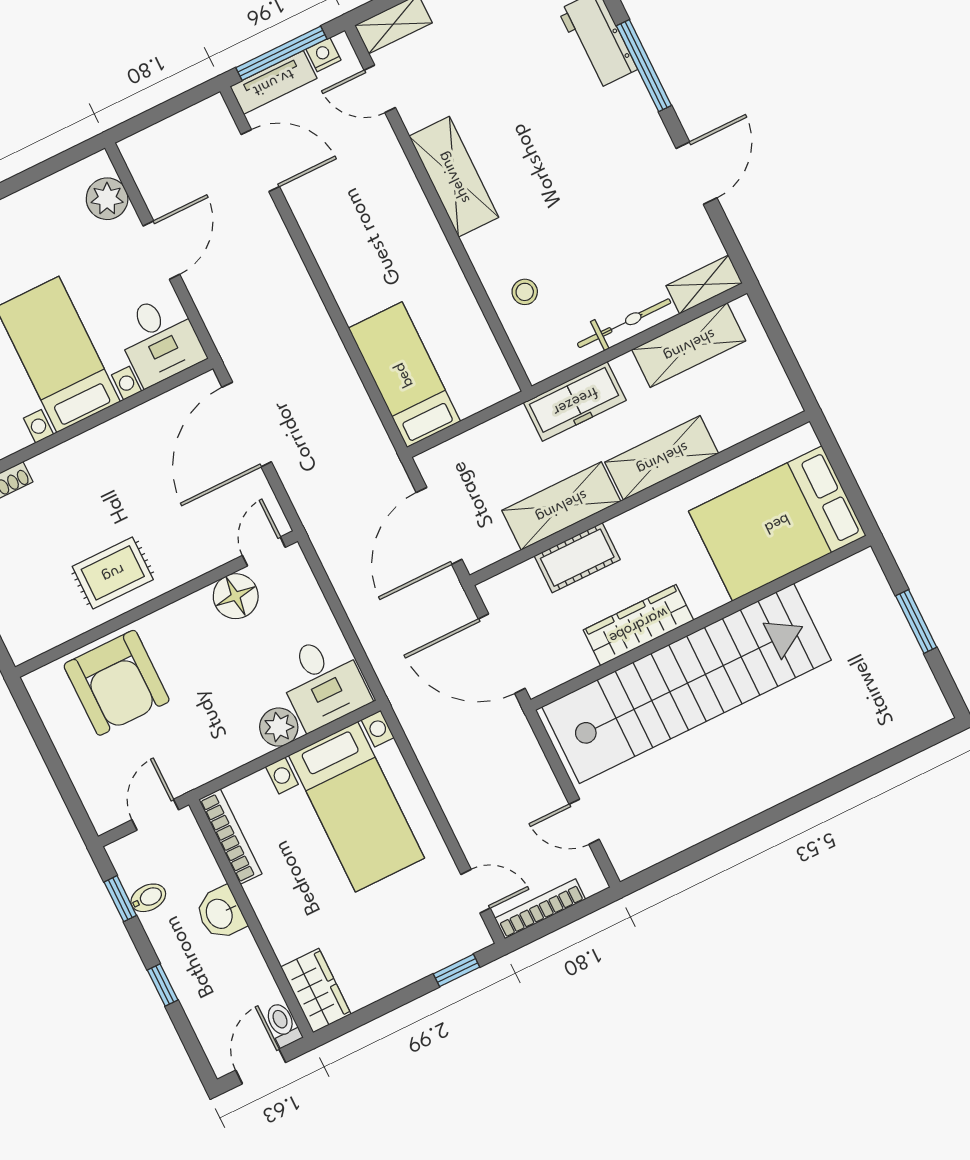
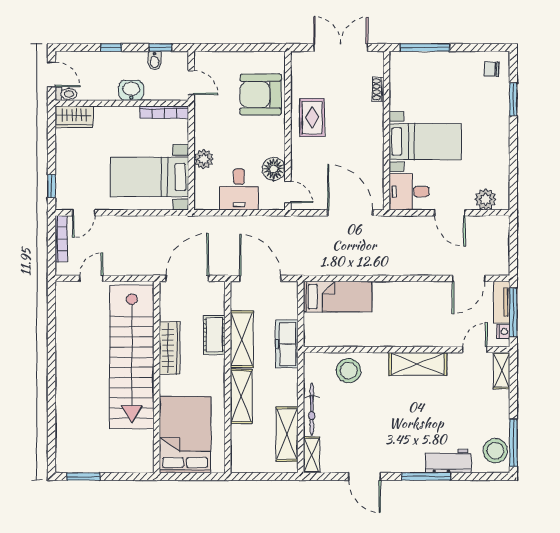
stool: (525, 292) -> (349, 371), width x1.89, depth x1.89
freezer: (575, 401) -> (287, 344), moved
window: (916, 621) -> (83, 477), moved
desk: (323, 682) -> (239, 189), moved, turned -90

